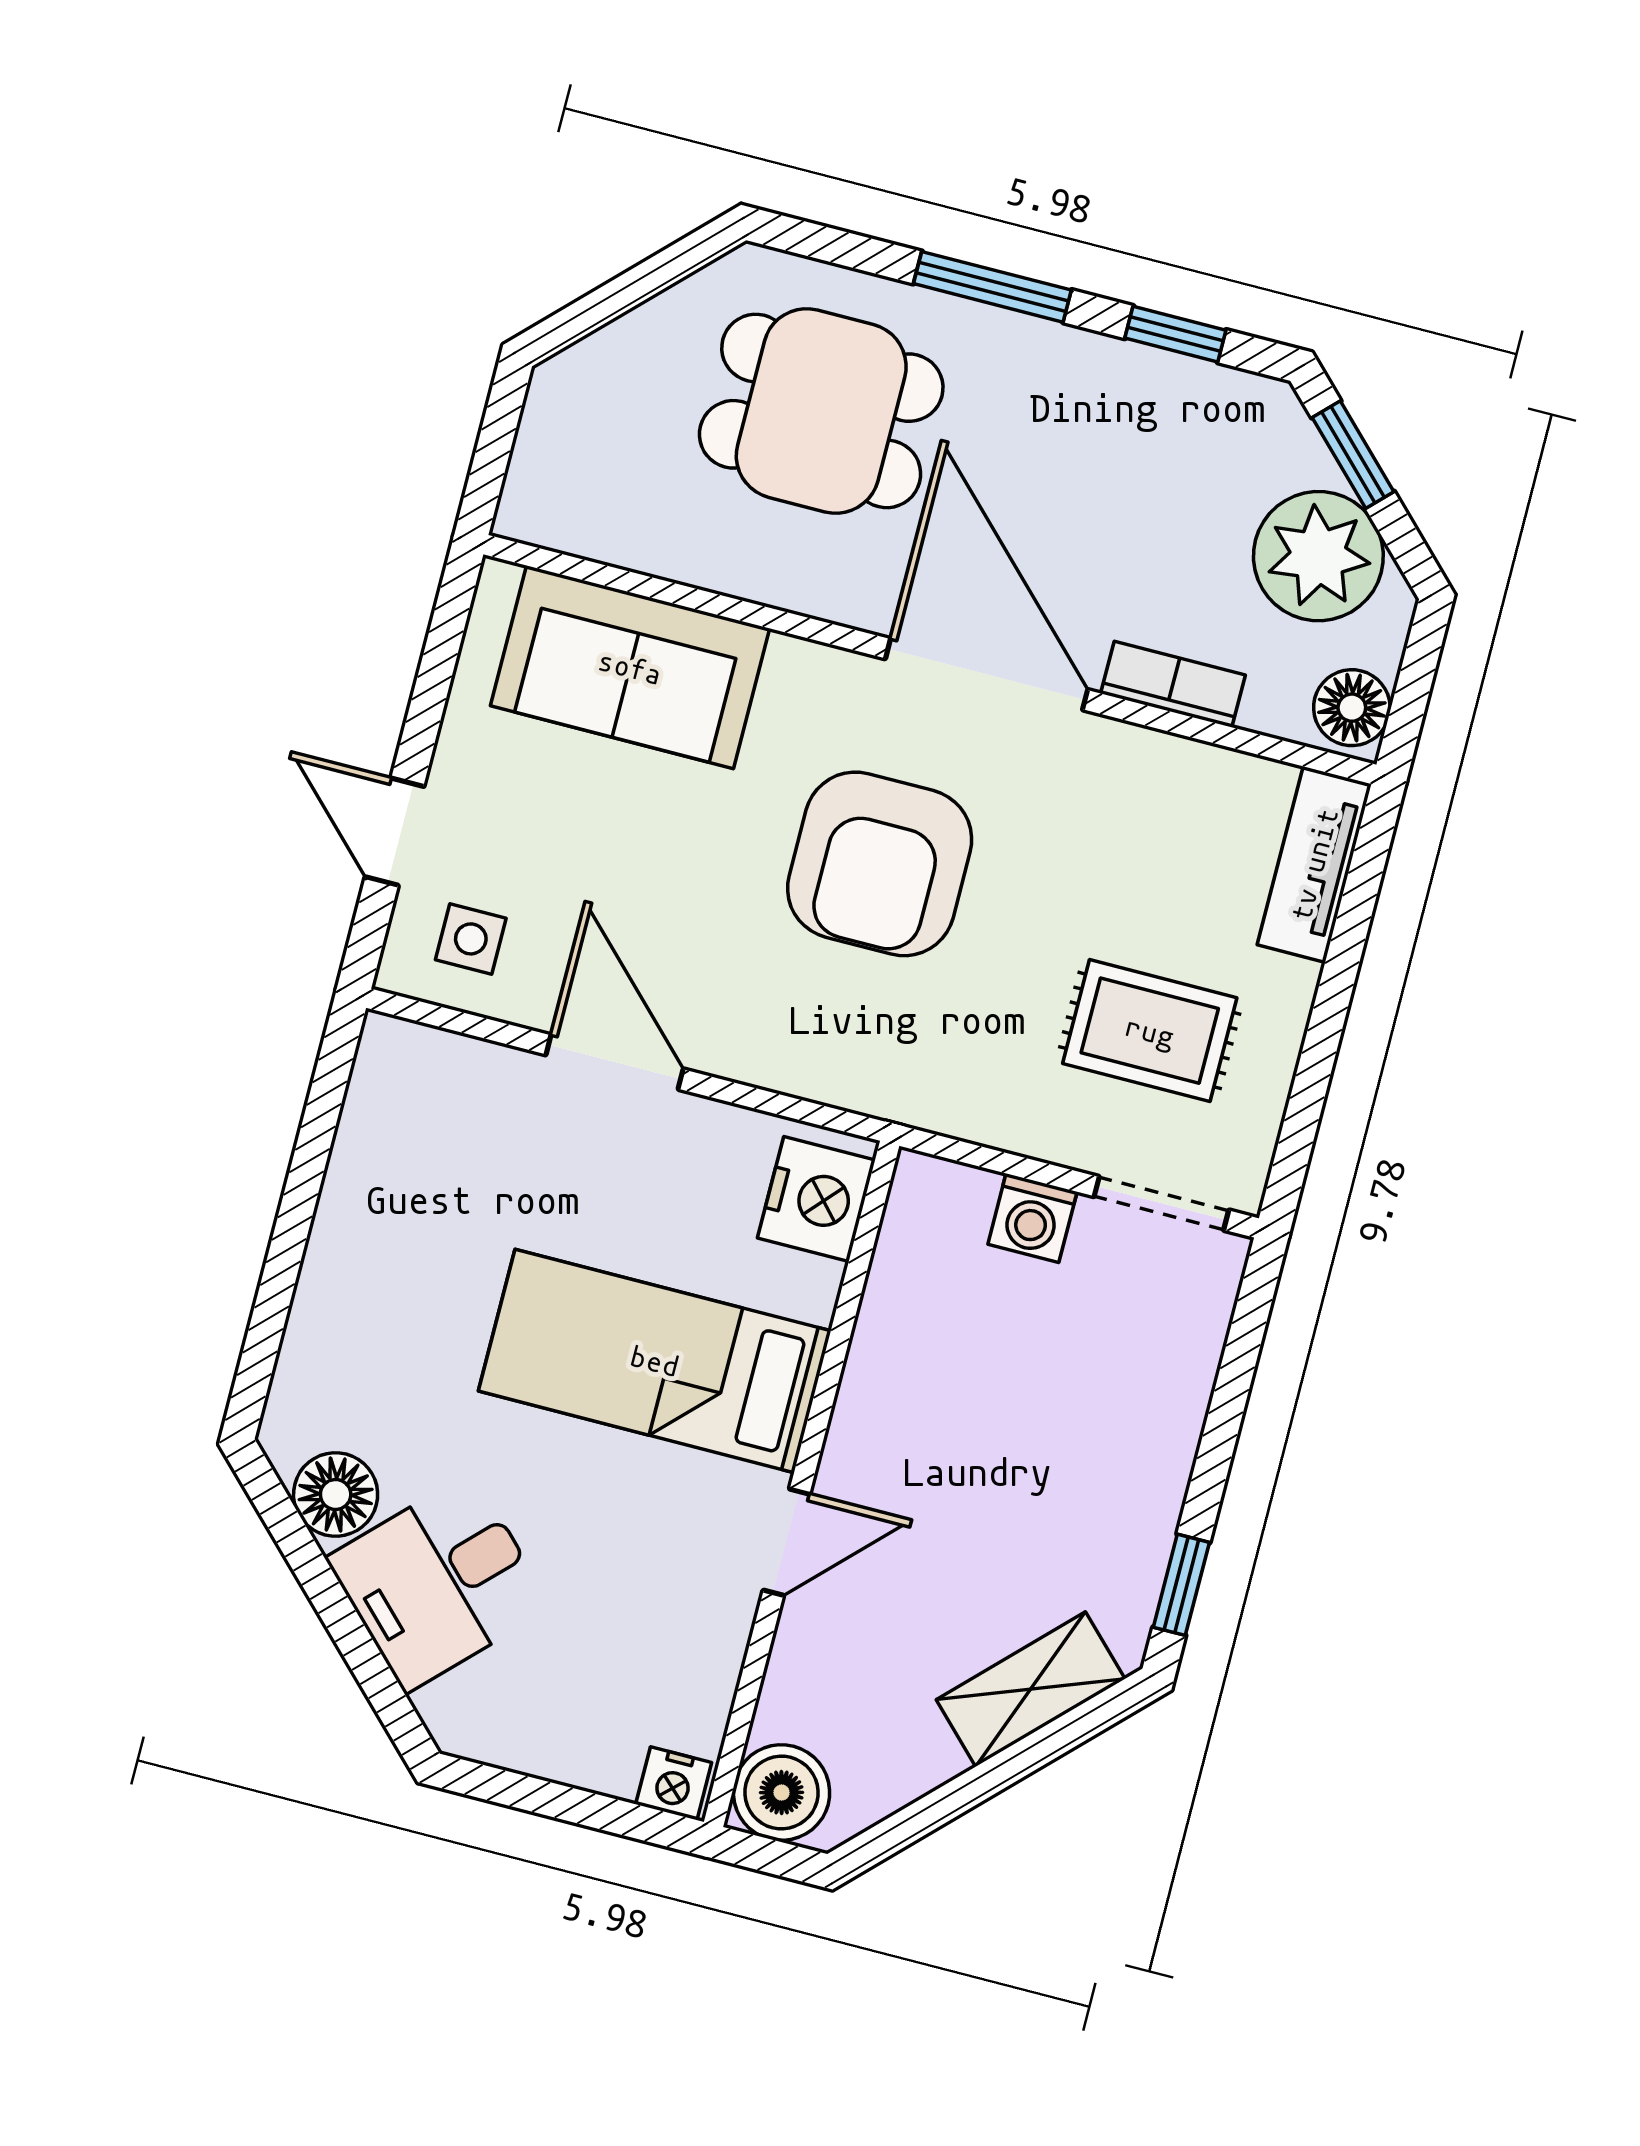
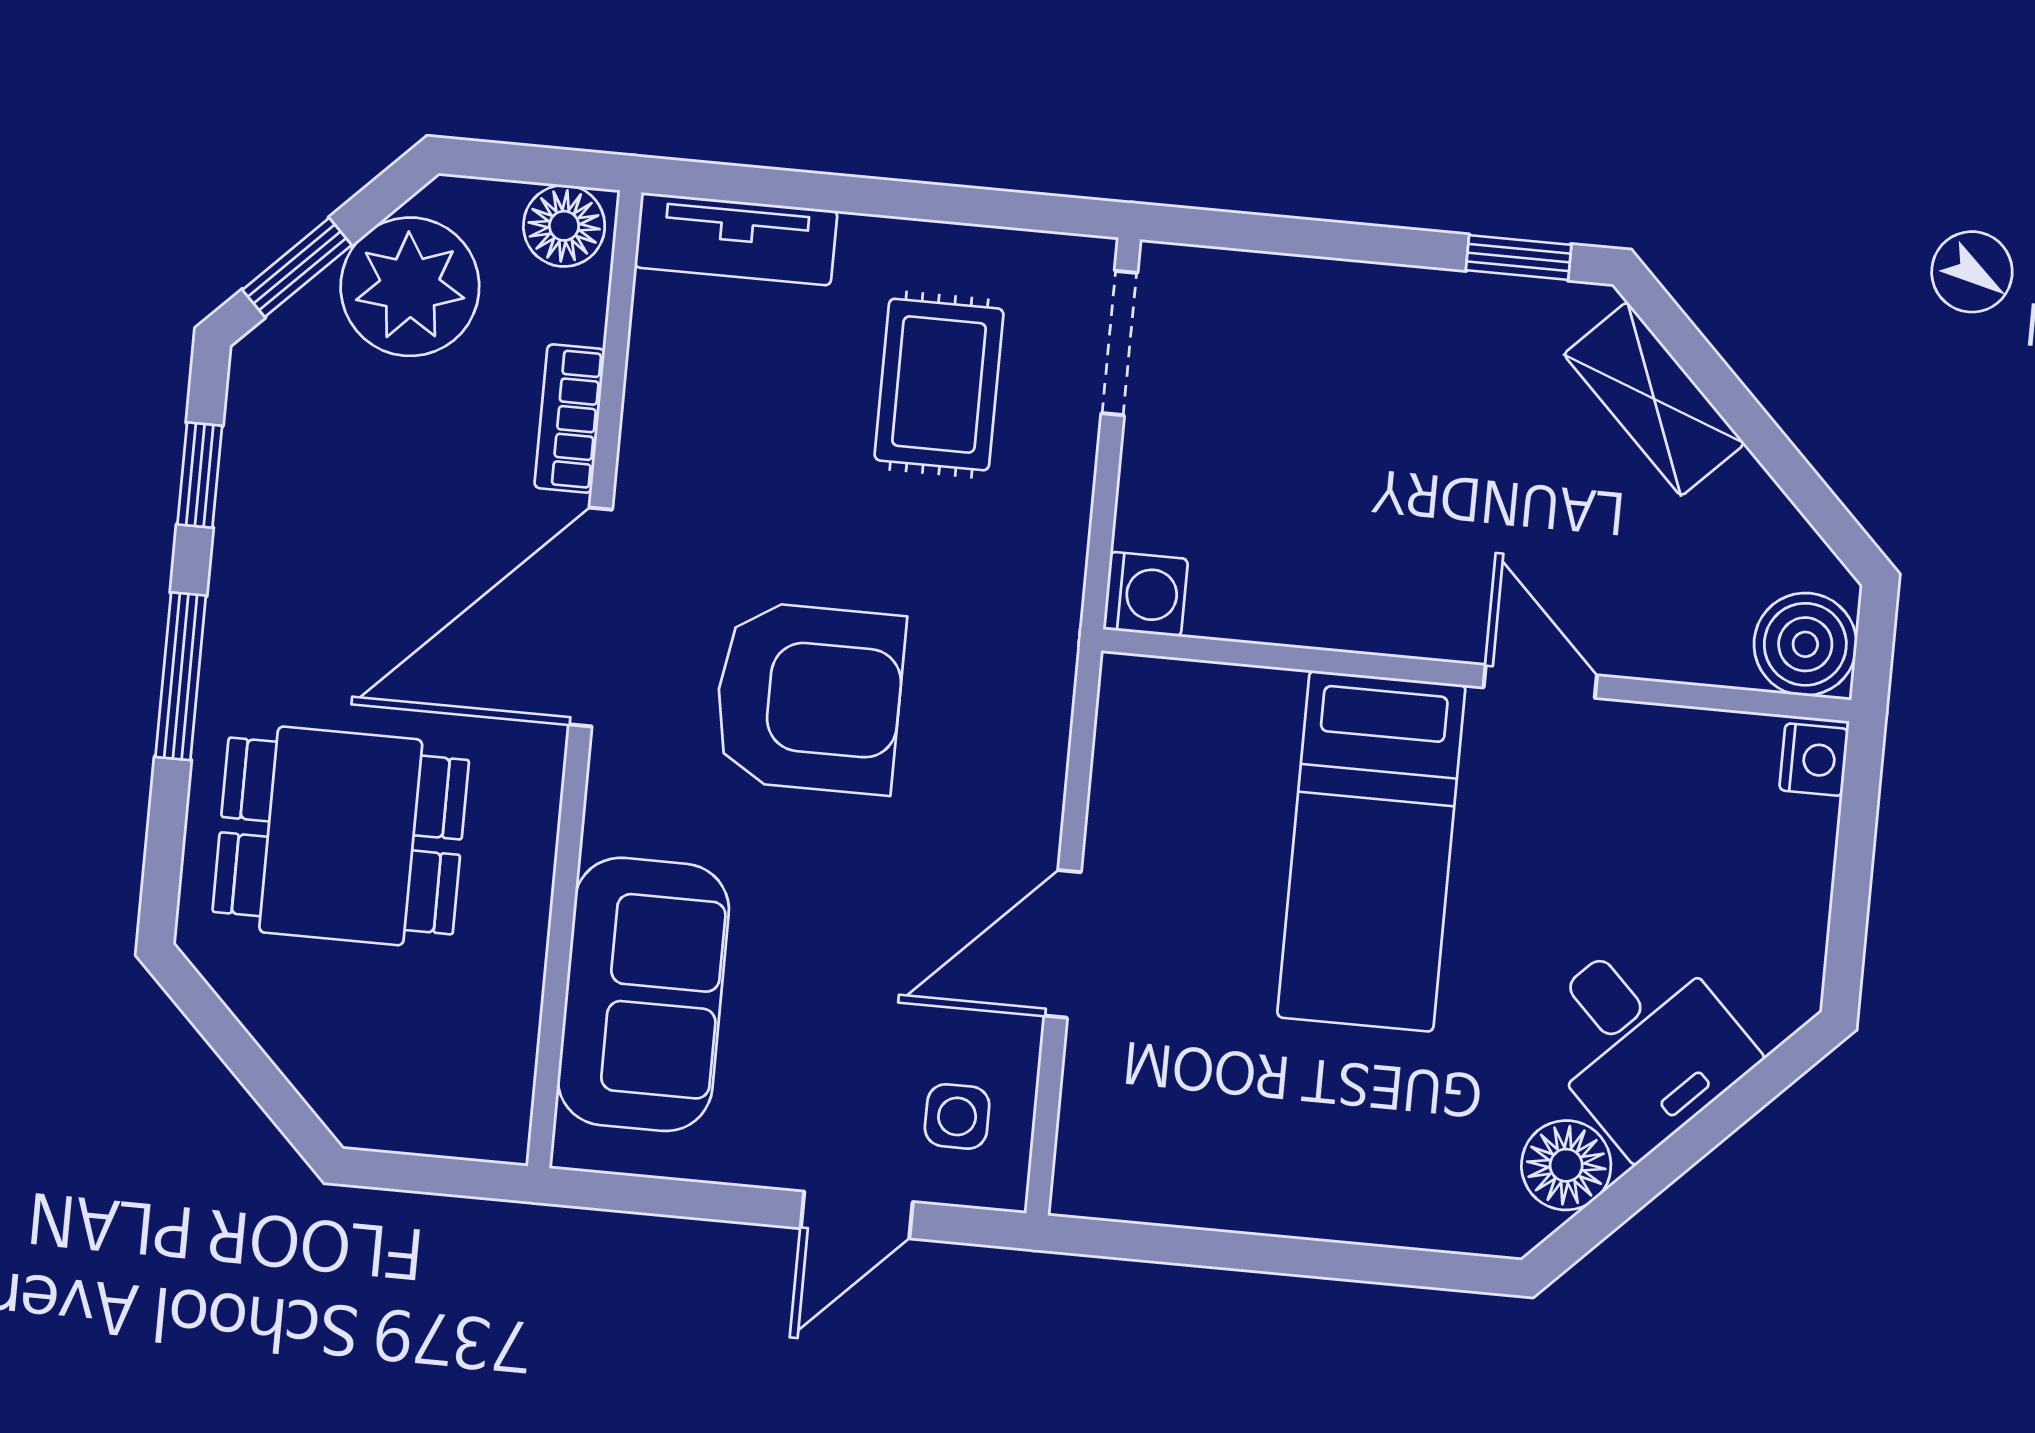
dining table: (821, 411) -> (341, 836), turned 90
nightstand: (816, 1199) -> (1173, 708), removed
washing machine: (1032, 1218) -> (1146, 594), moved

